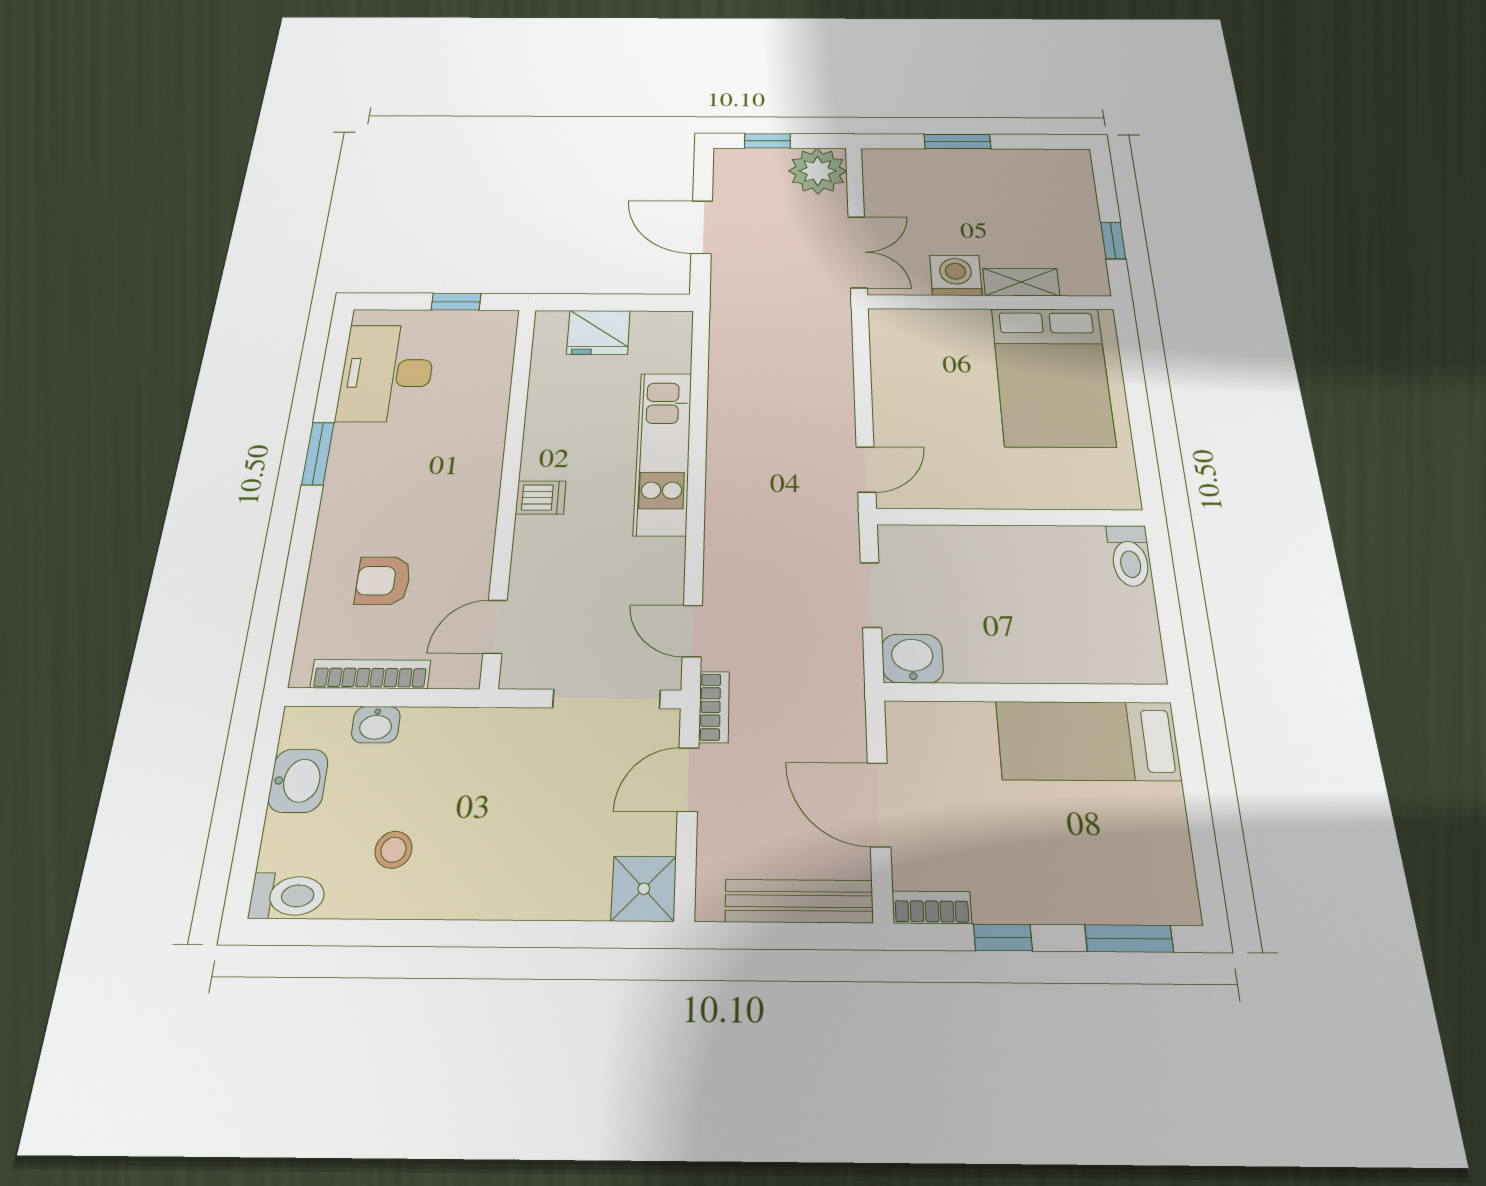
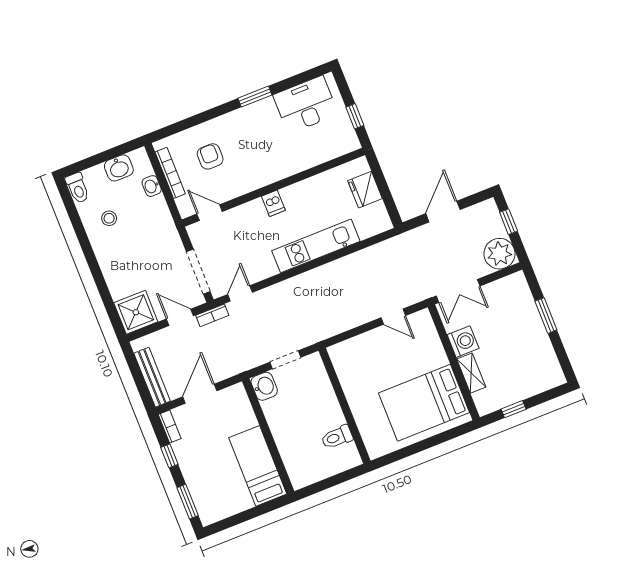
door: (866, 469) -> (393, 317), moved
toilet: (1129, 556) -> (337, 437), moved
shower: (644, 889) -> (136, 312), width x1.36, depth x1.36

